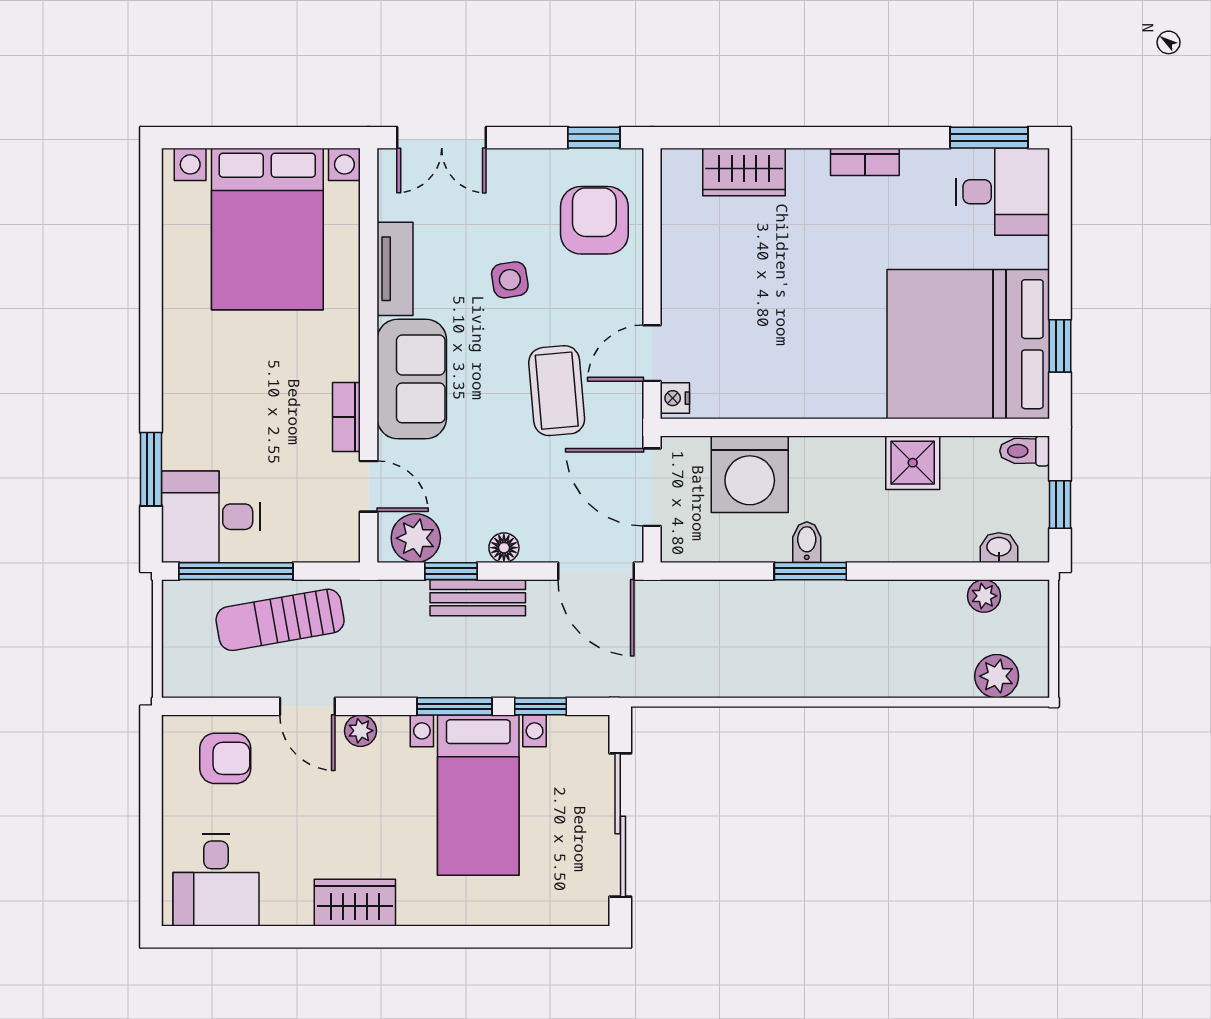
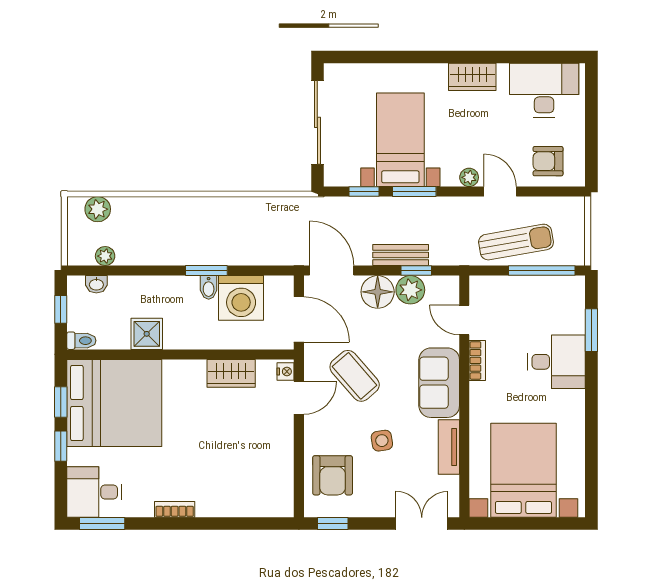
wardrobe: (744, 172) -> (231, 373), moved, turned 180
window: (1060, 270) -> (61, 446), added
coffee table: (557, 391) -> (355, 376), turned -36
washing machine: (750, 474) -> (241, 298), moved, turned 180
desk: (211, 517) -> (556, 362), moved
plant: (416, 538) -> (410, 290), moved
floor lamp: (504, 548) -> (378, 292), width x1.89, depth x1.89
desk: (216, 880) -> (544, 90), width x1.37

